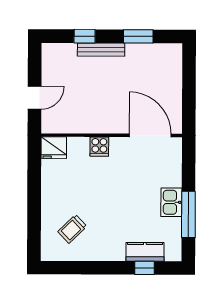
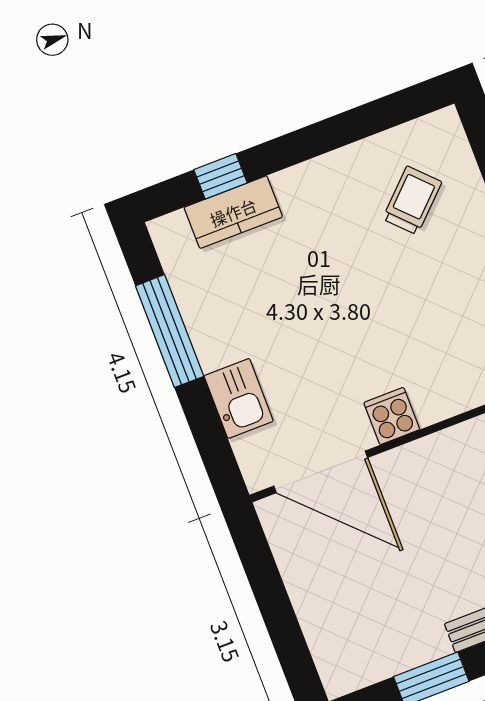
cooker: (99, 147) -> (392, 416), moved
kitchen sink: (171, 202) -> (239, 398), moved

